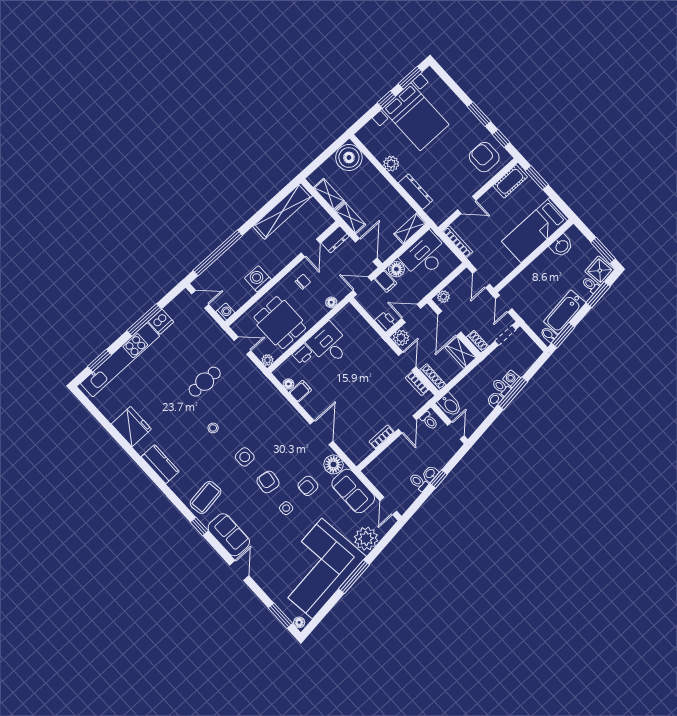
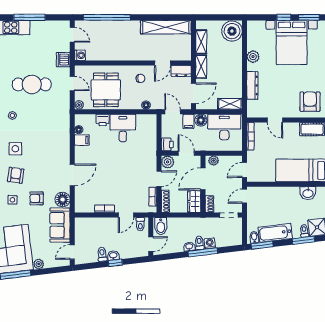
washing machine: (258, 279) -> (116, 53), removed
dishwasher: (161, 322) -> (63, 60), moved, turned 90
cafe table: (205, 382) -> (32, 84), width x1.37, depth x1.35
plant: (366, 539) -> (39, 264), width x0.53, depth x0.53

